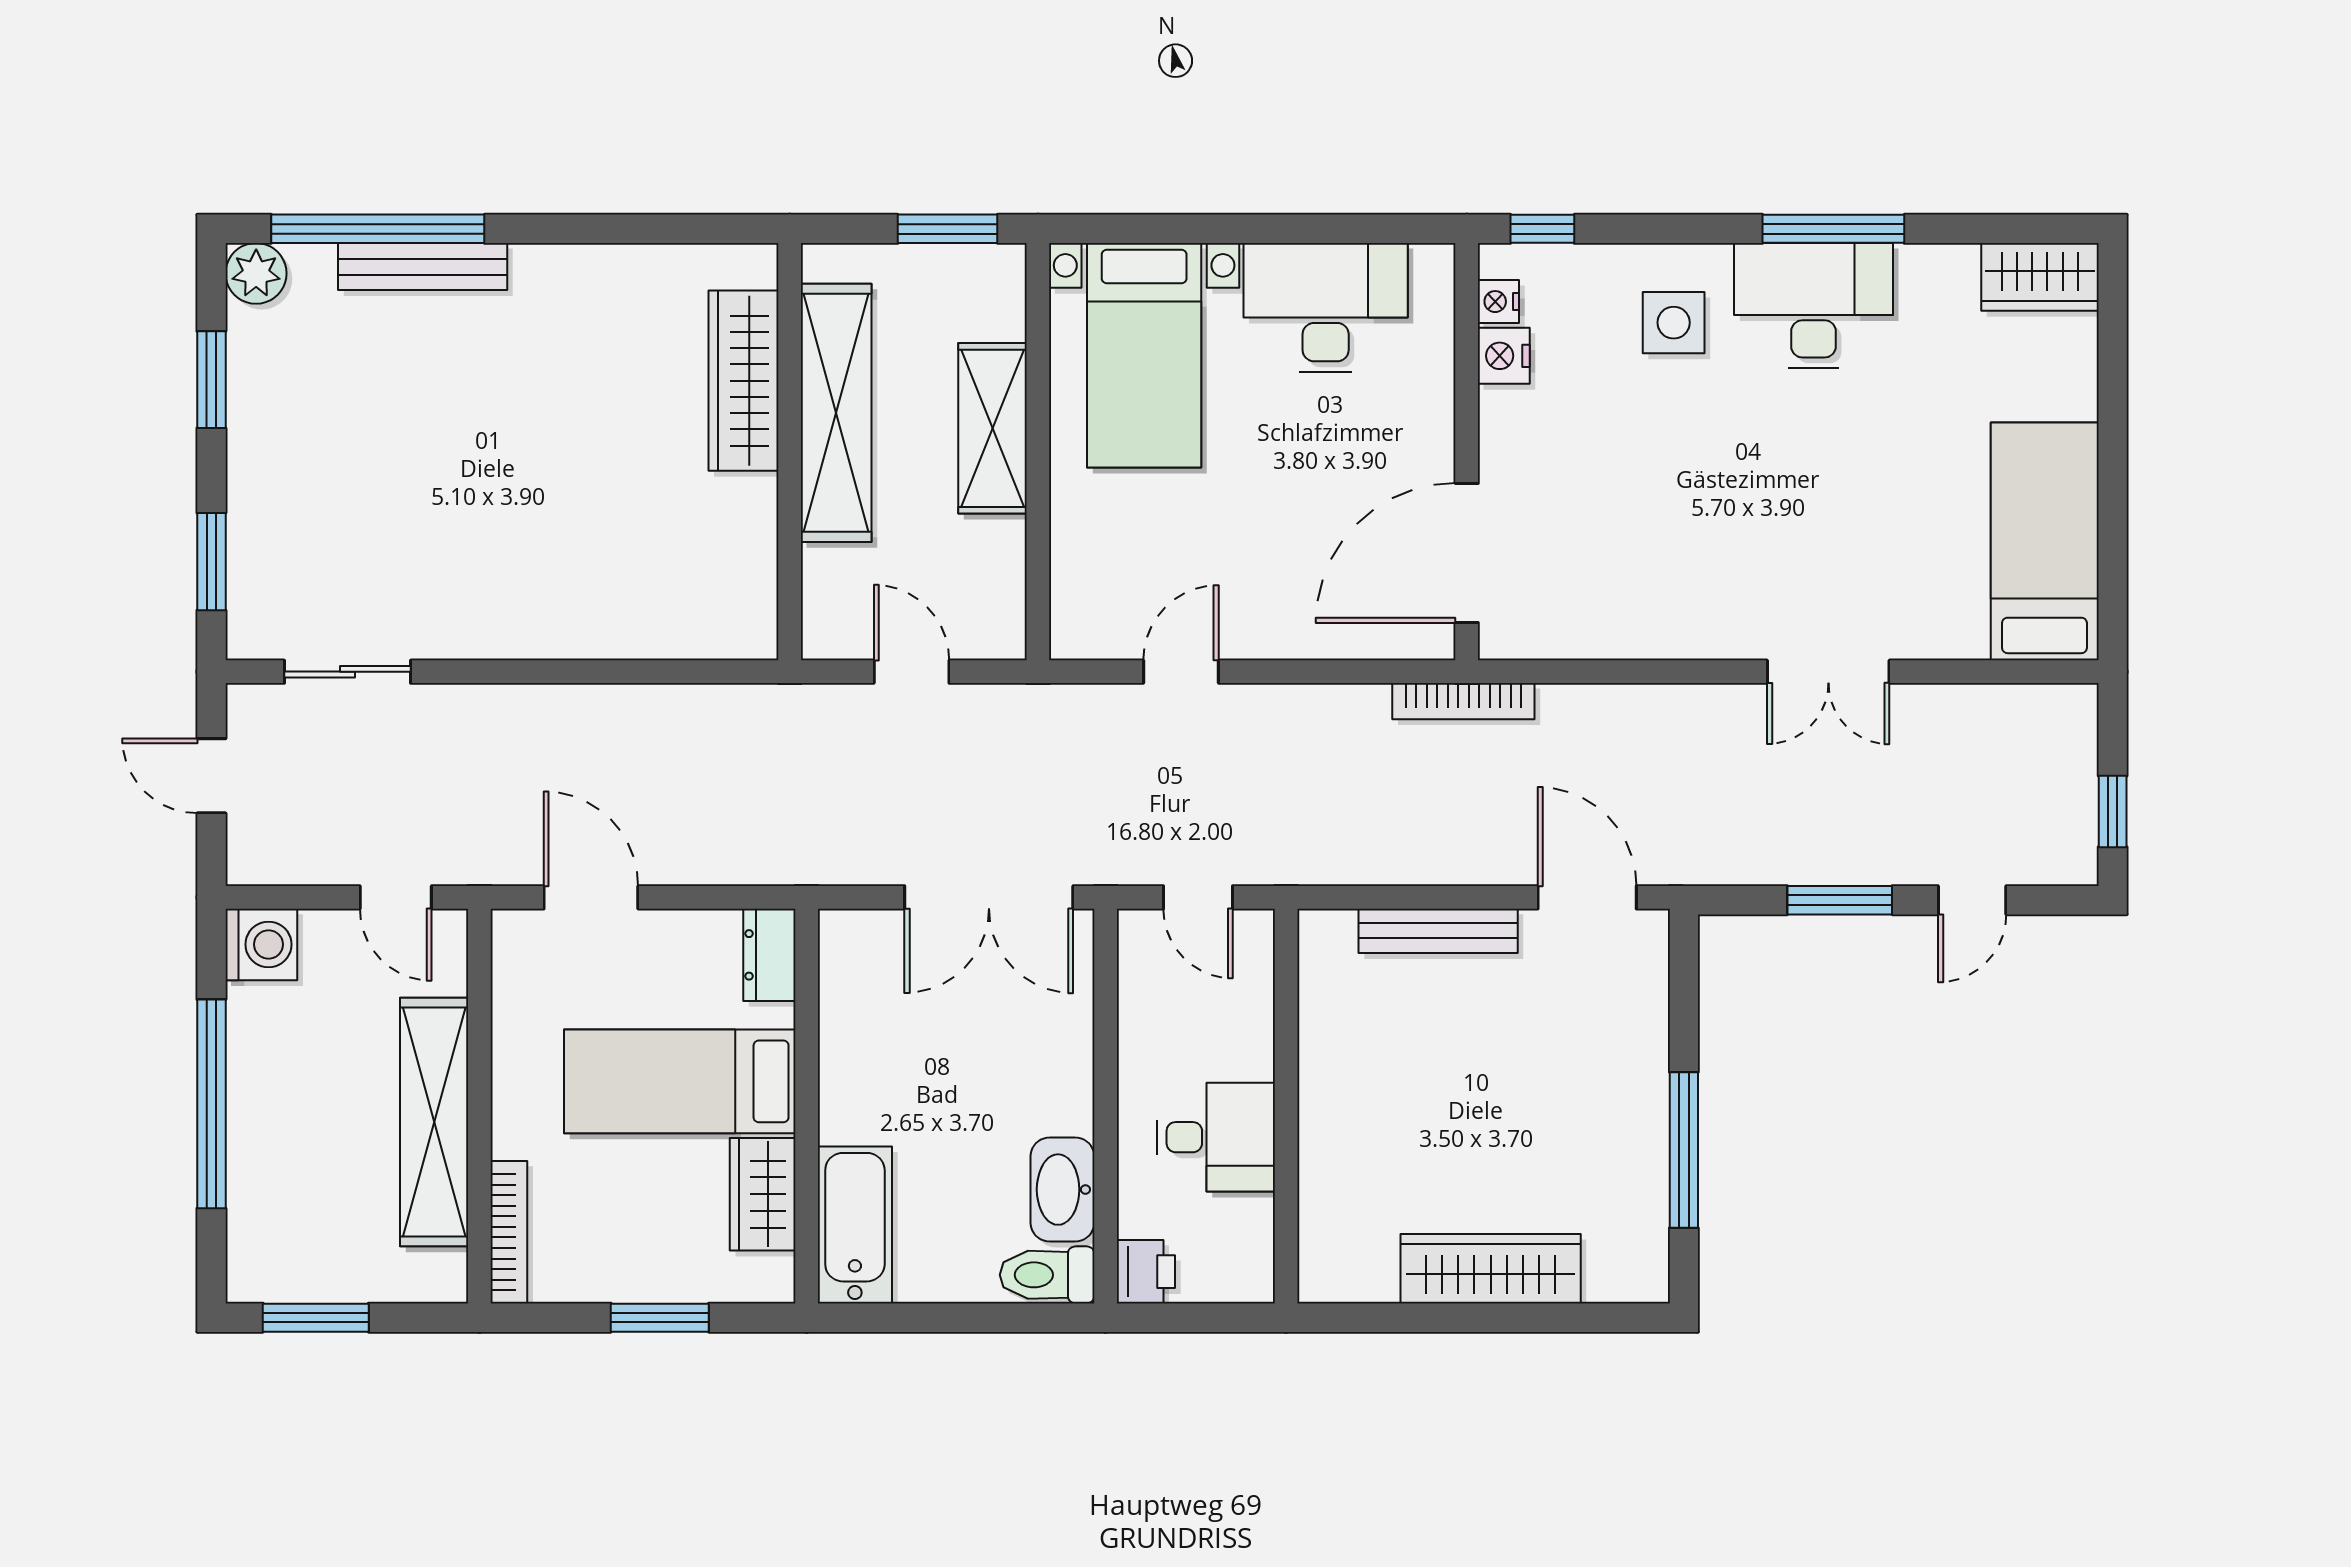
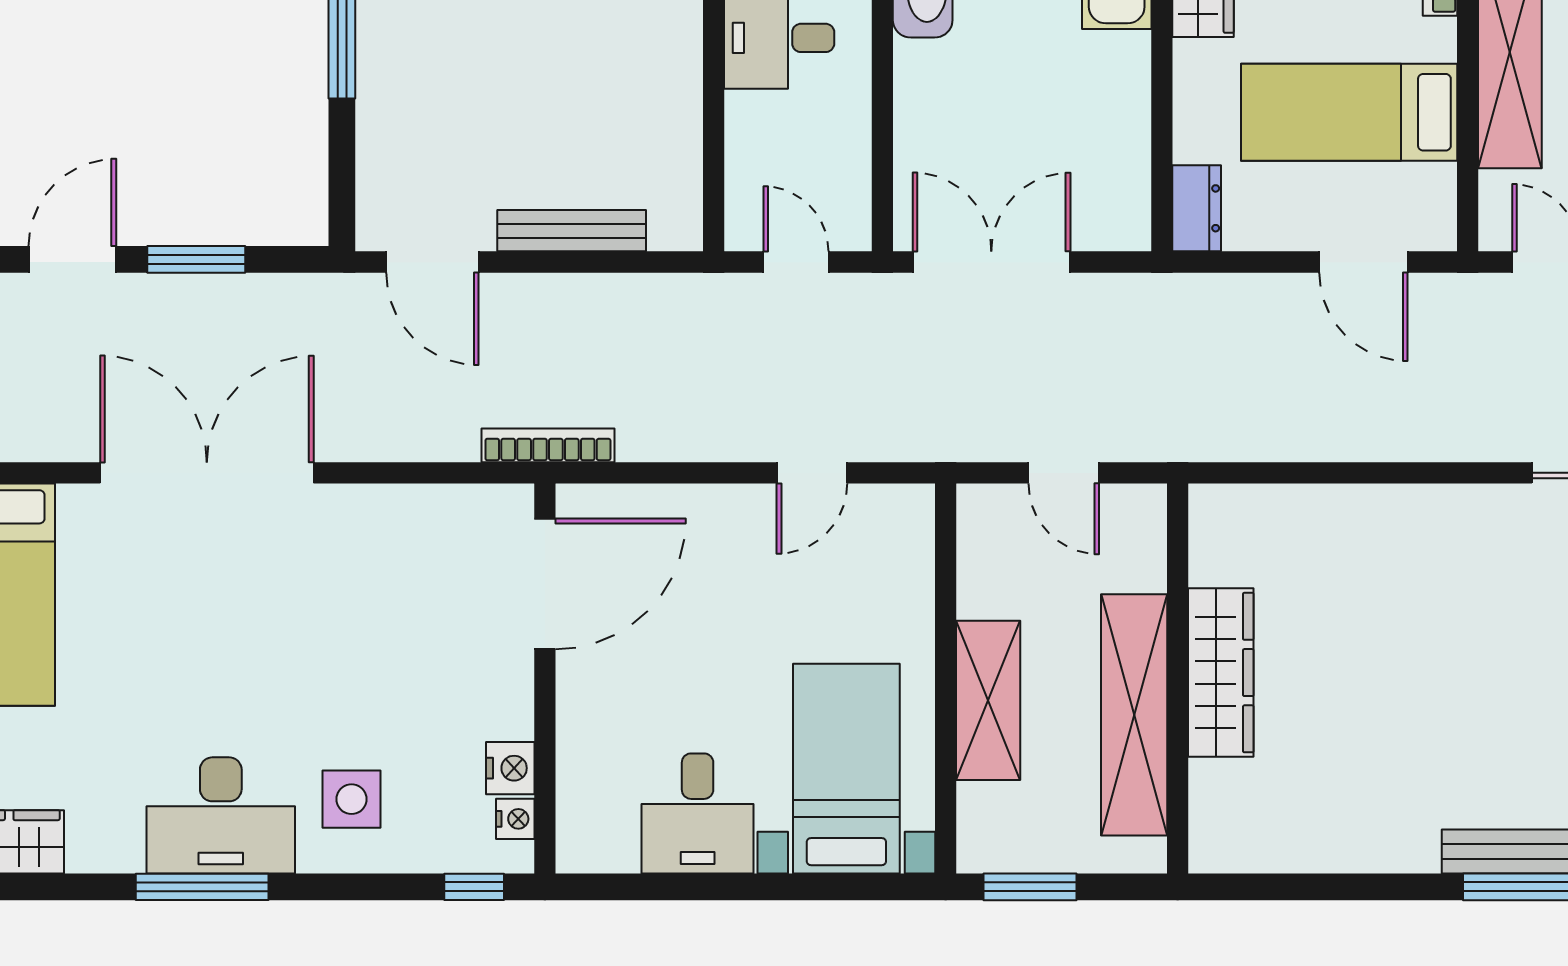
desk: (1326, 307) -> (698, 813), width x0.73
wardrobe: (743, 381) -> (1221, 673), moved
double door: (1828, 672) -> (207, 473), width x1.87
door: (1972, 900) -> (72, 259), width x1.37
bed: (680, 1081) -> (1349, 112), moved, turned 180

